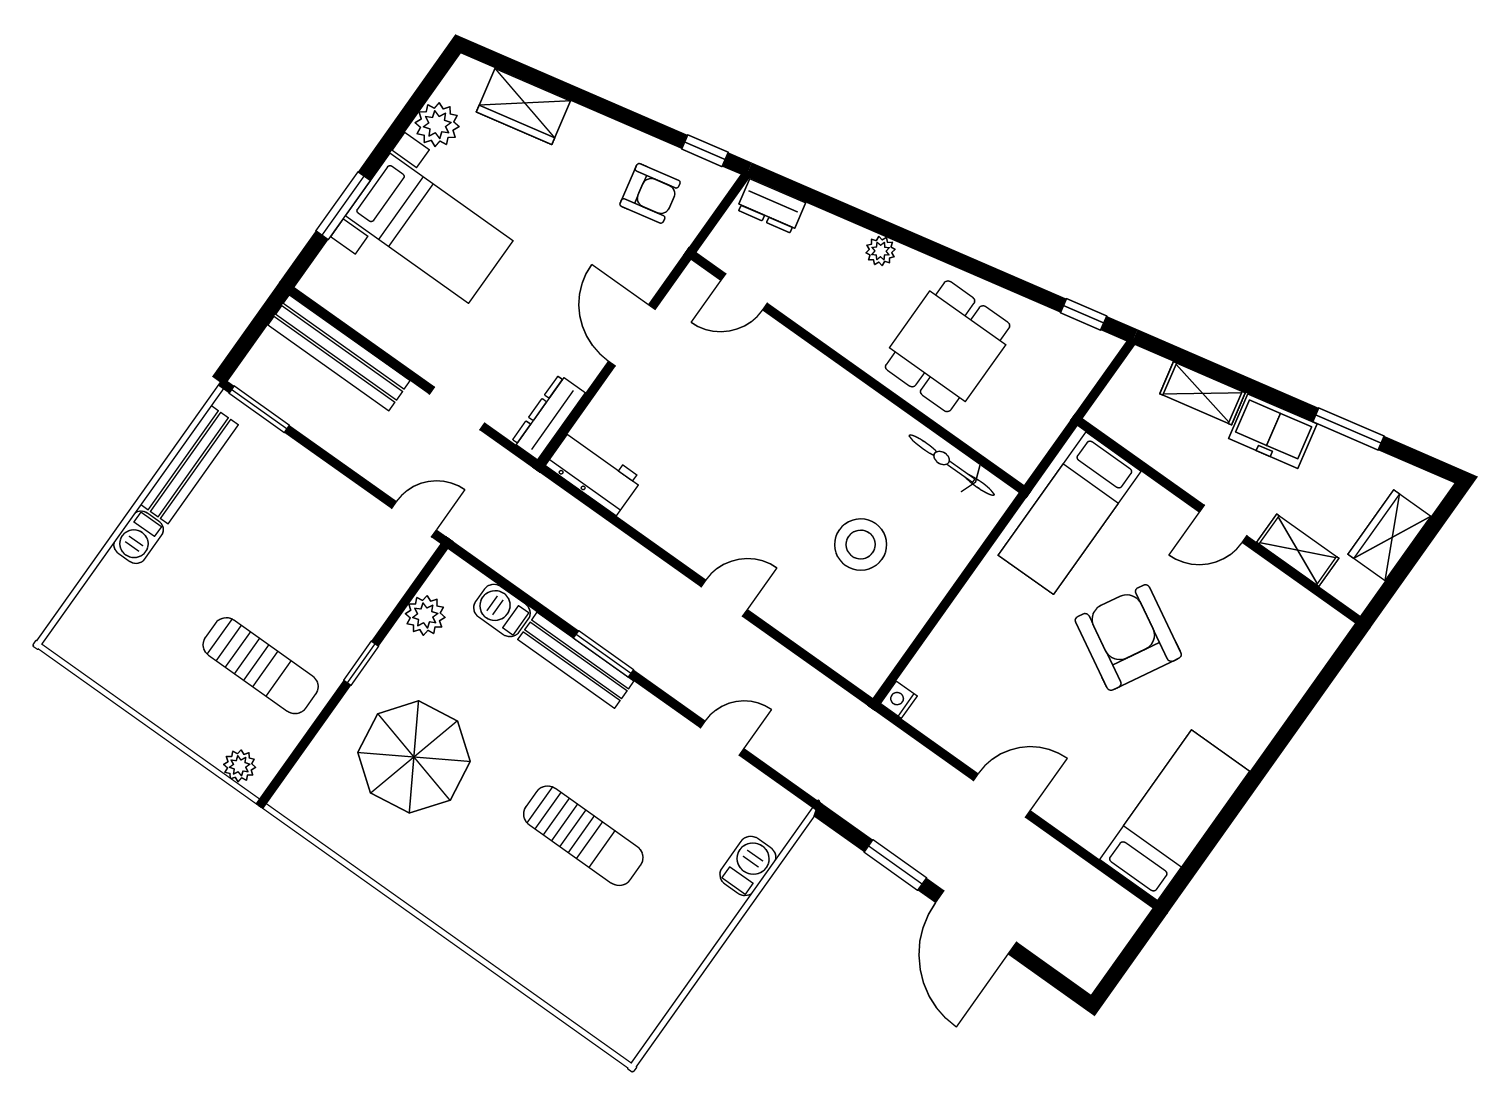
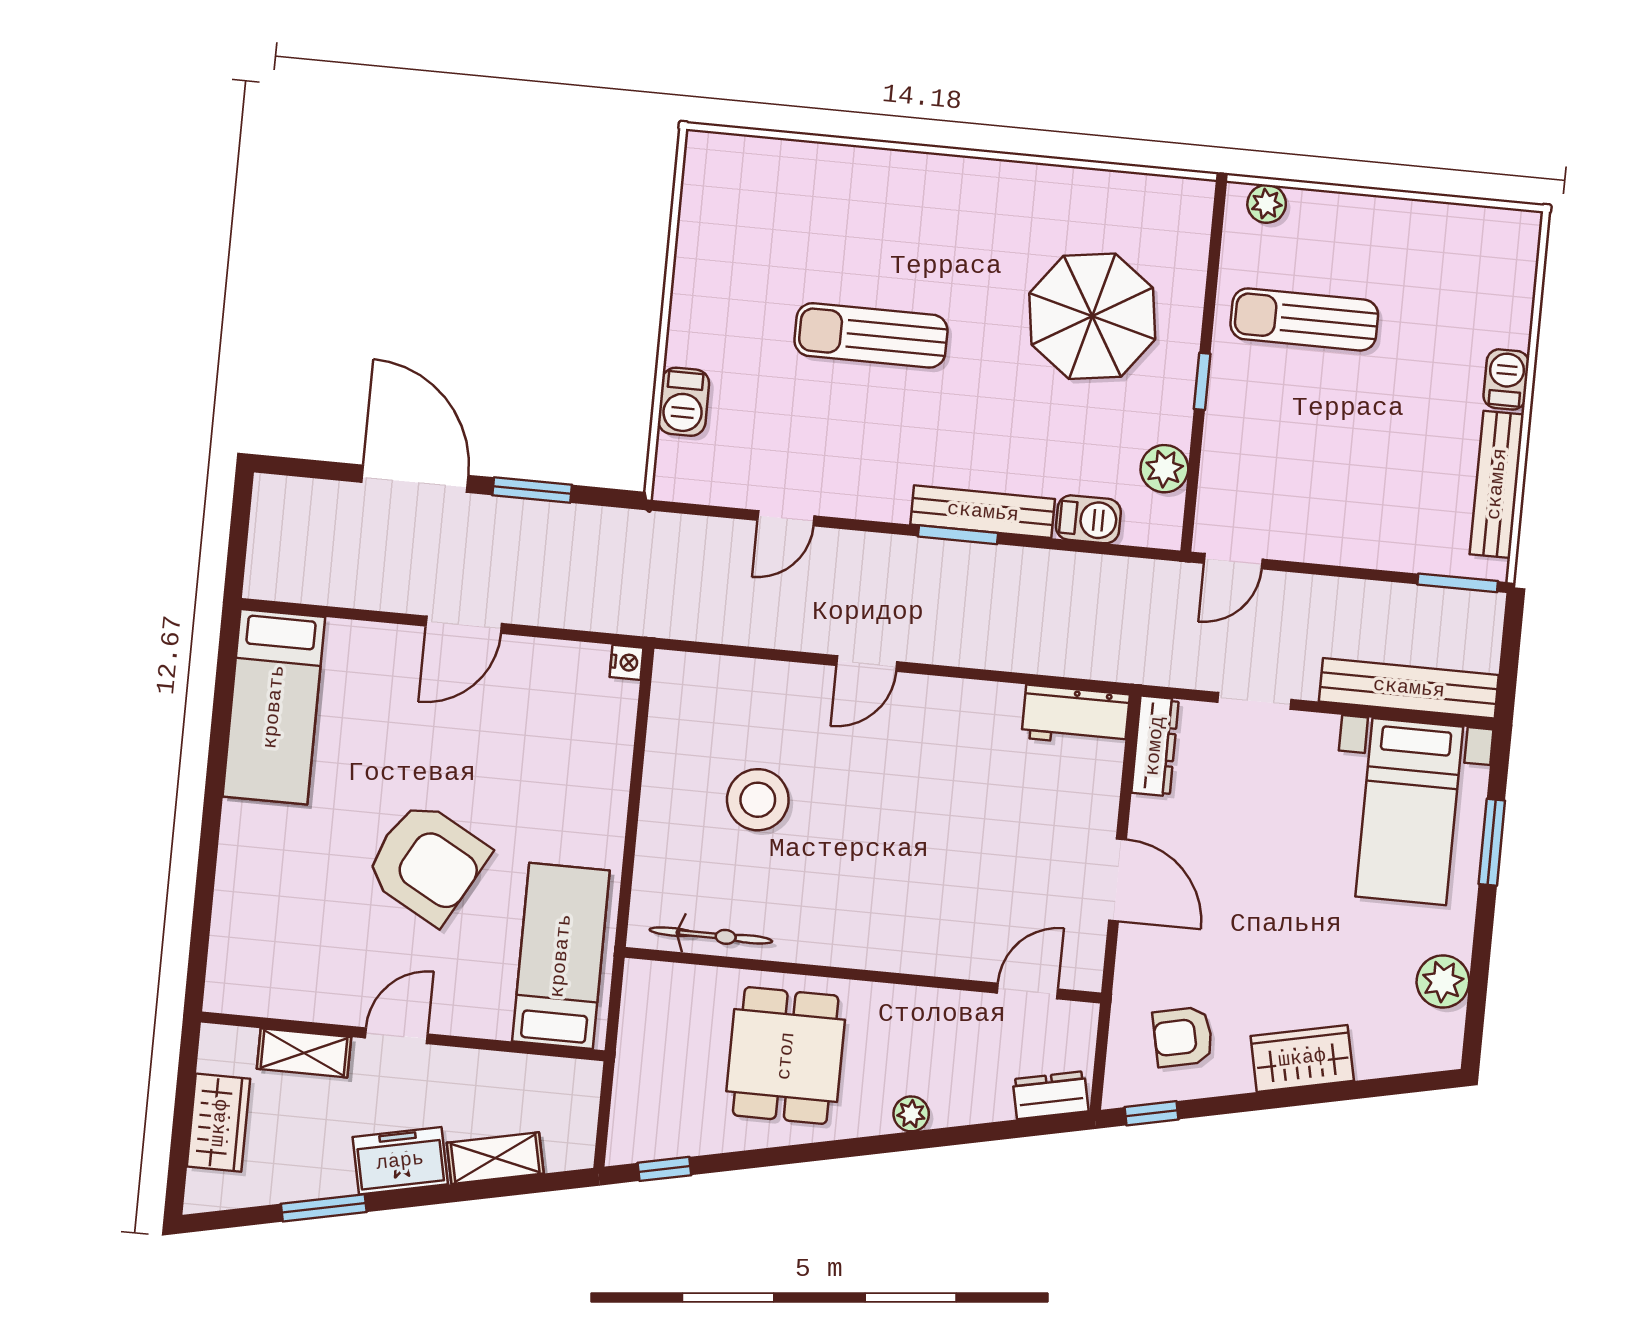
wardrobe: (523, 106) -> (1302, 1058), moved
bed with nightstands: (429, 228) -> (1409, 812), moved, turned -90

